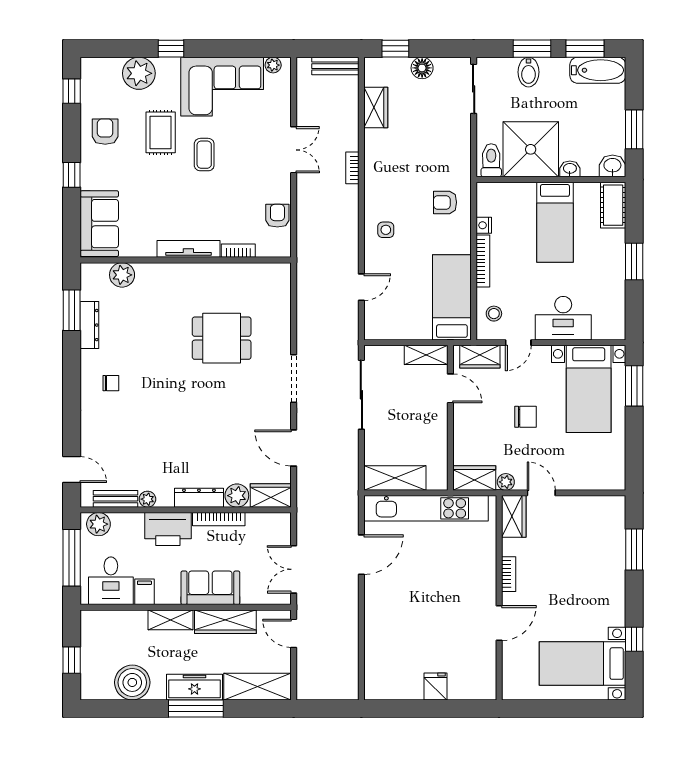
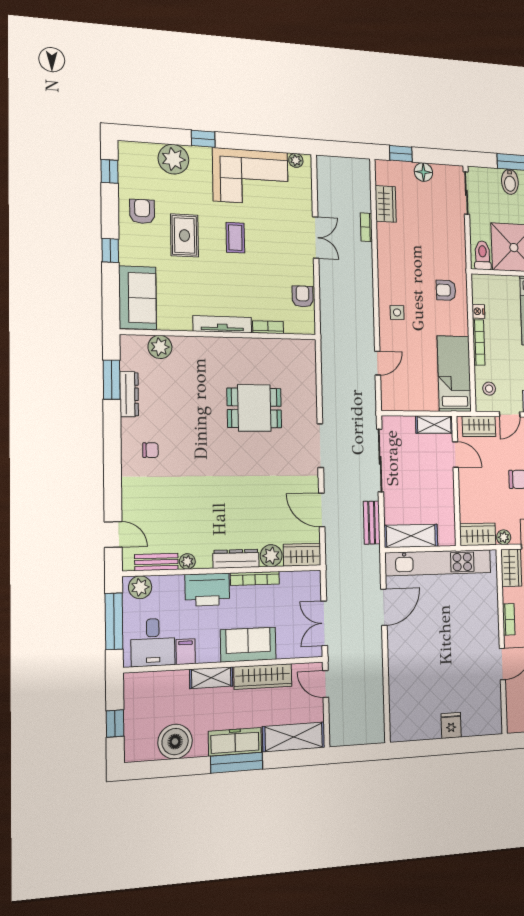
bench: (335, 66) -> (372, 523), moved, turned 90
rug: (161, 132) -> (184, 235), moved
bookcase: (352, 168) -> (366, 227), moved

